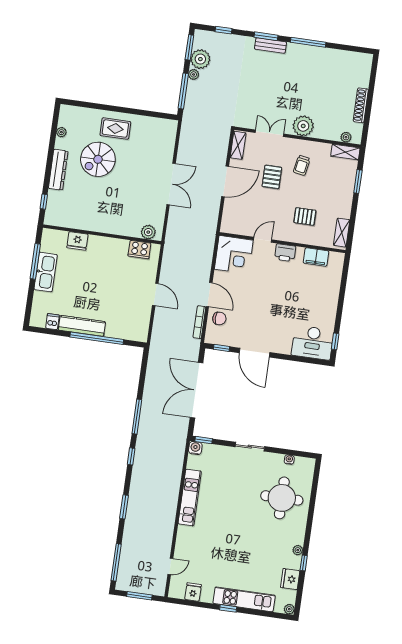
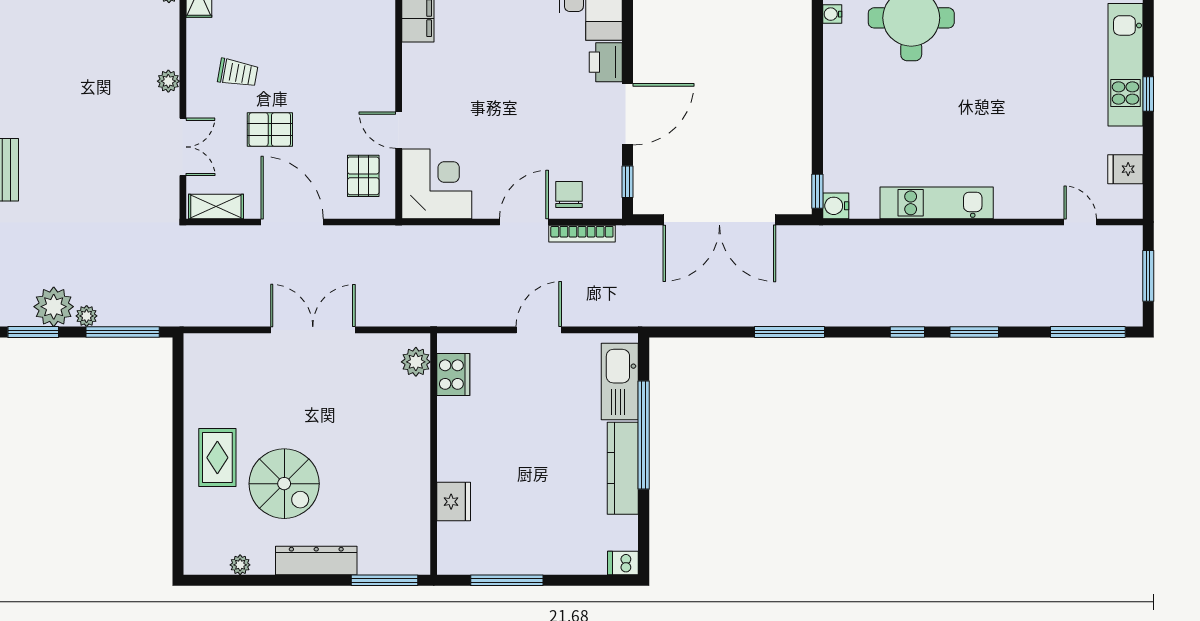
plant: (303, 126) -> (168, 81), width x0.53, depth x0.53
double door: (269, 133) -> (183, 147), swing flipped
window: (44, 202) -> (385, 580), width x2.17
pallet: (305, 216) -> (363, 176), moved
printer: (285, 253) -> (606, 62), moved, turned 180
kitchen sink: (46, 272) -> (620, 382), moved, turned -90
dishwasher: (52, 322) -> (623, 563), moved
sliding door: (250, 447) -> (817, 97), removed
window: (131, 456) -> (907, 332), moved

